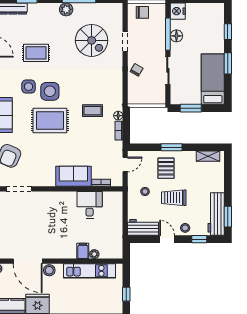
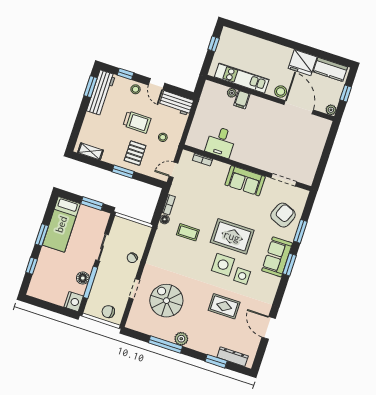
sofa: (73, 176) -> (245, 181), moved

